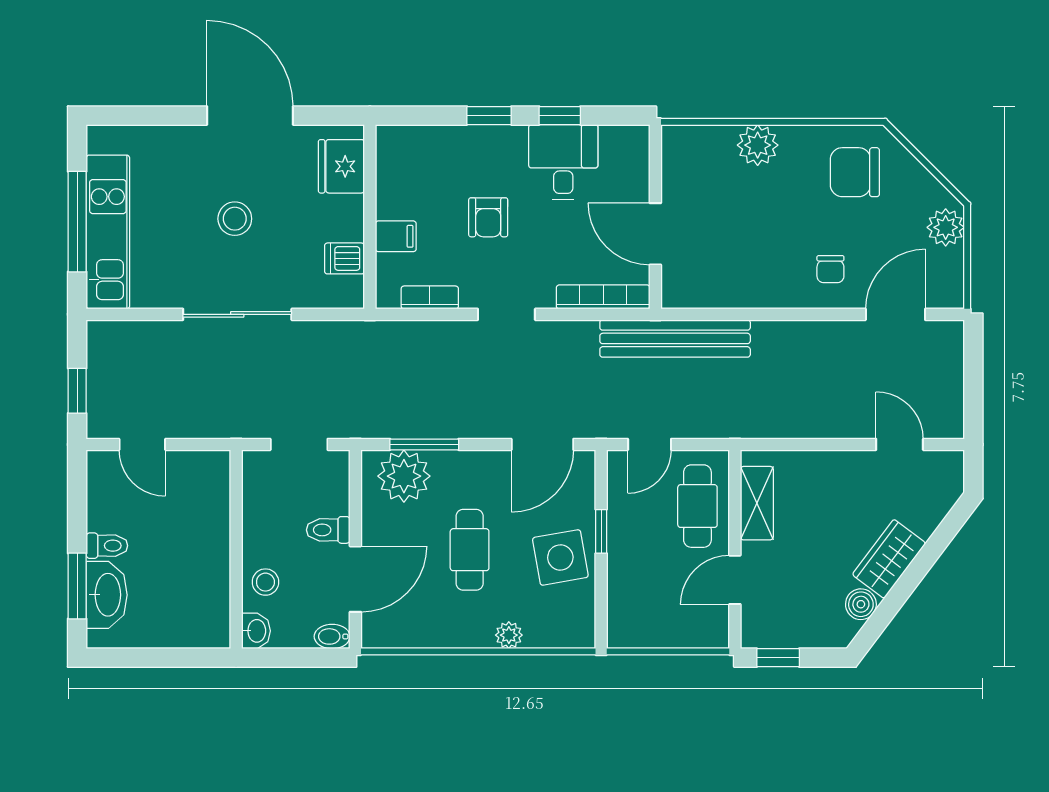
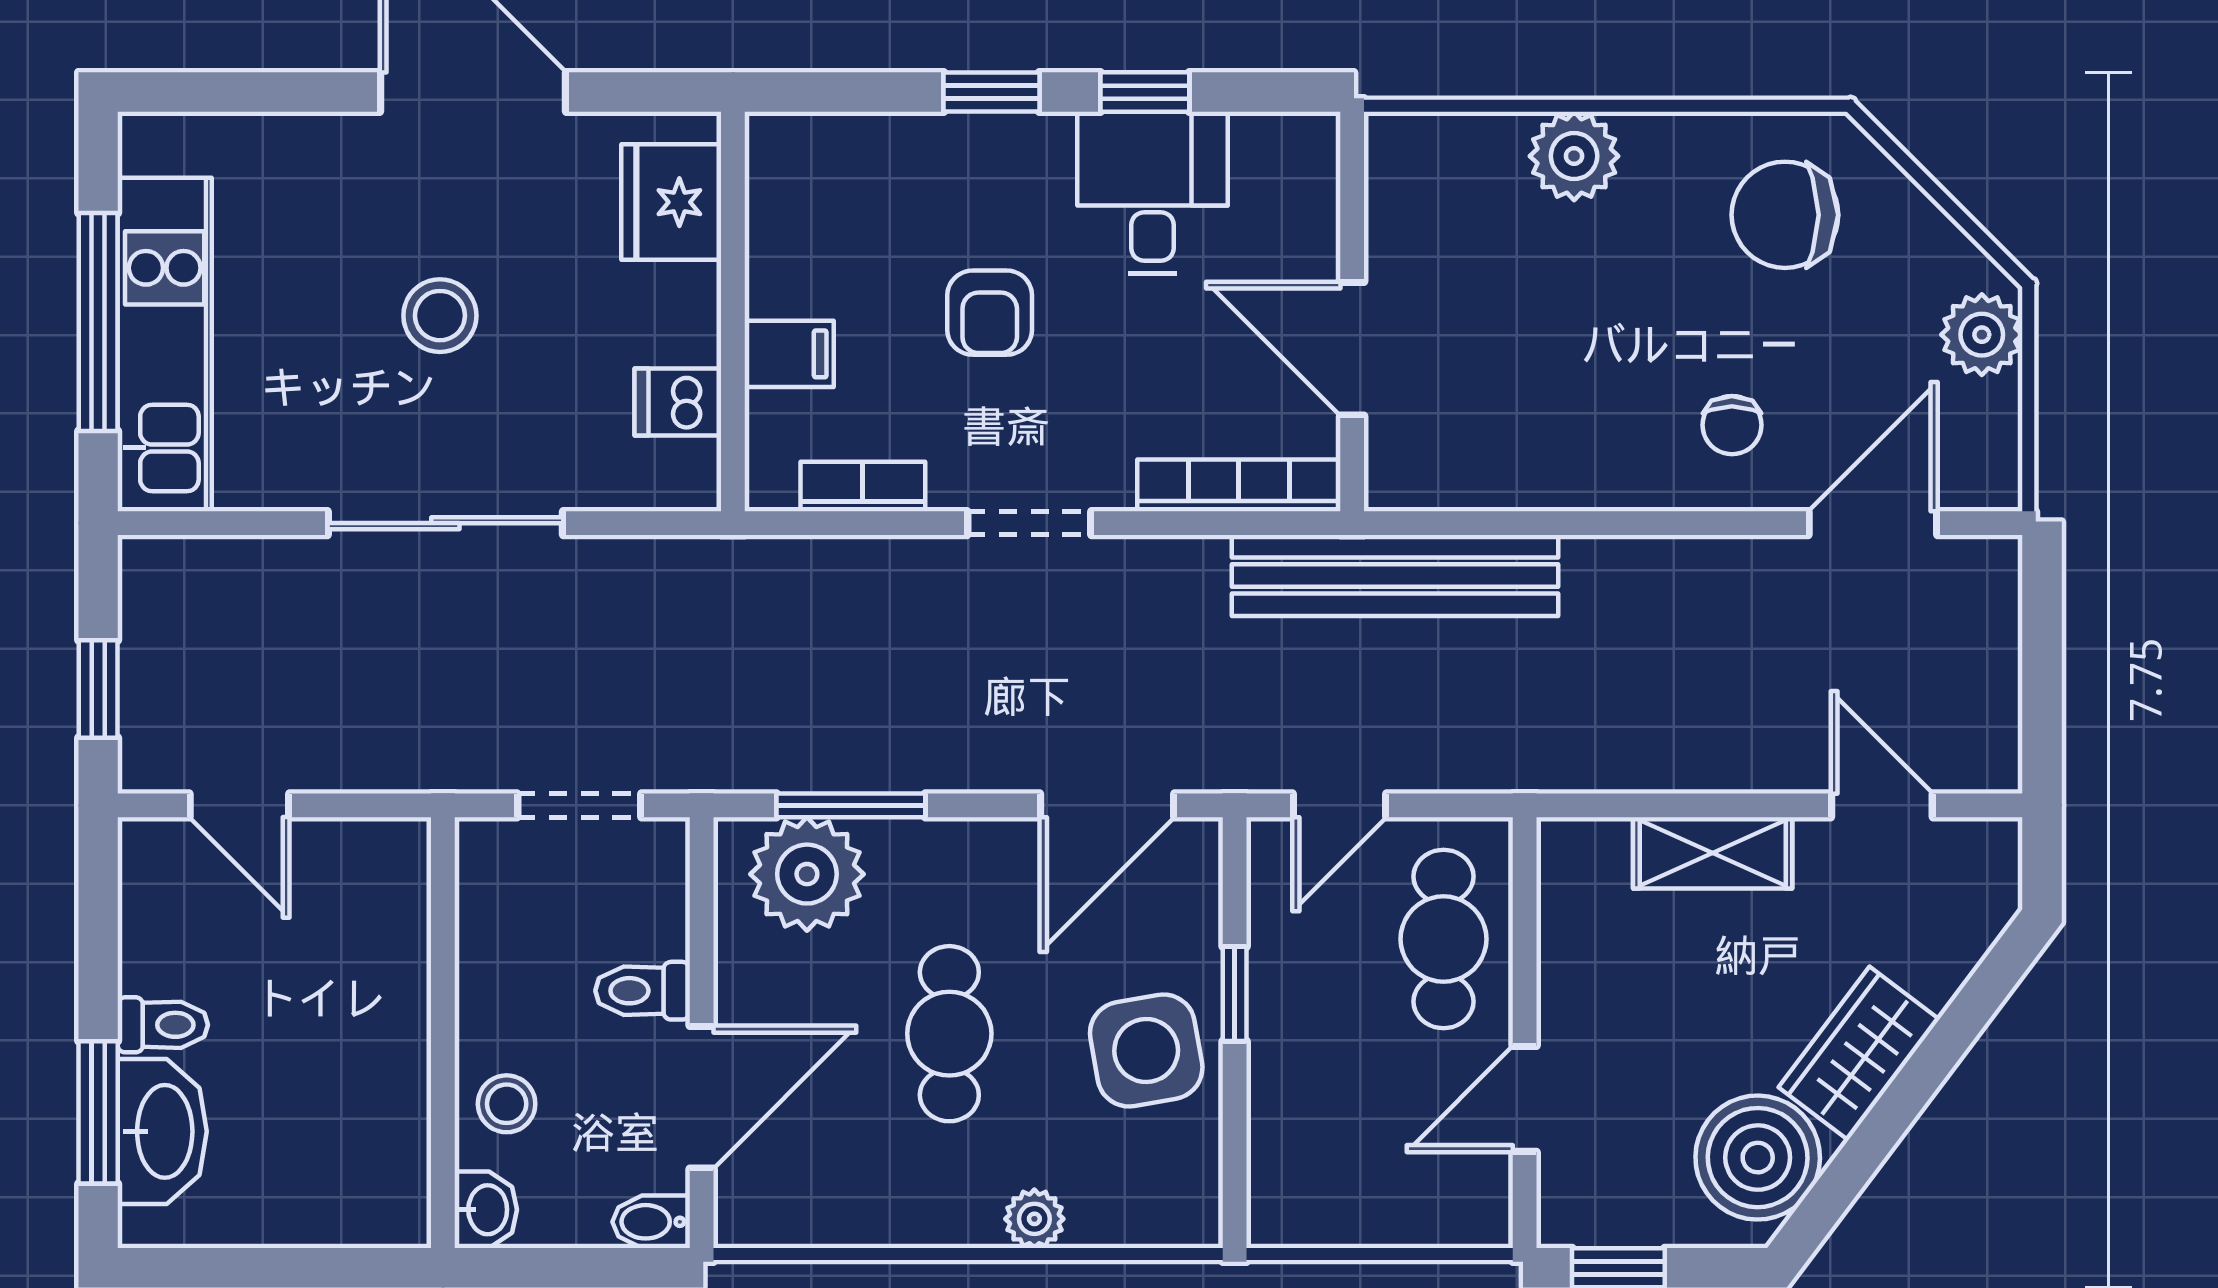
shelving: (757, 503) -> (1713, 853), moved, turned 90
boiler: (861, 604) -> (1758, 1158), width x1.86, depth x1.86

